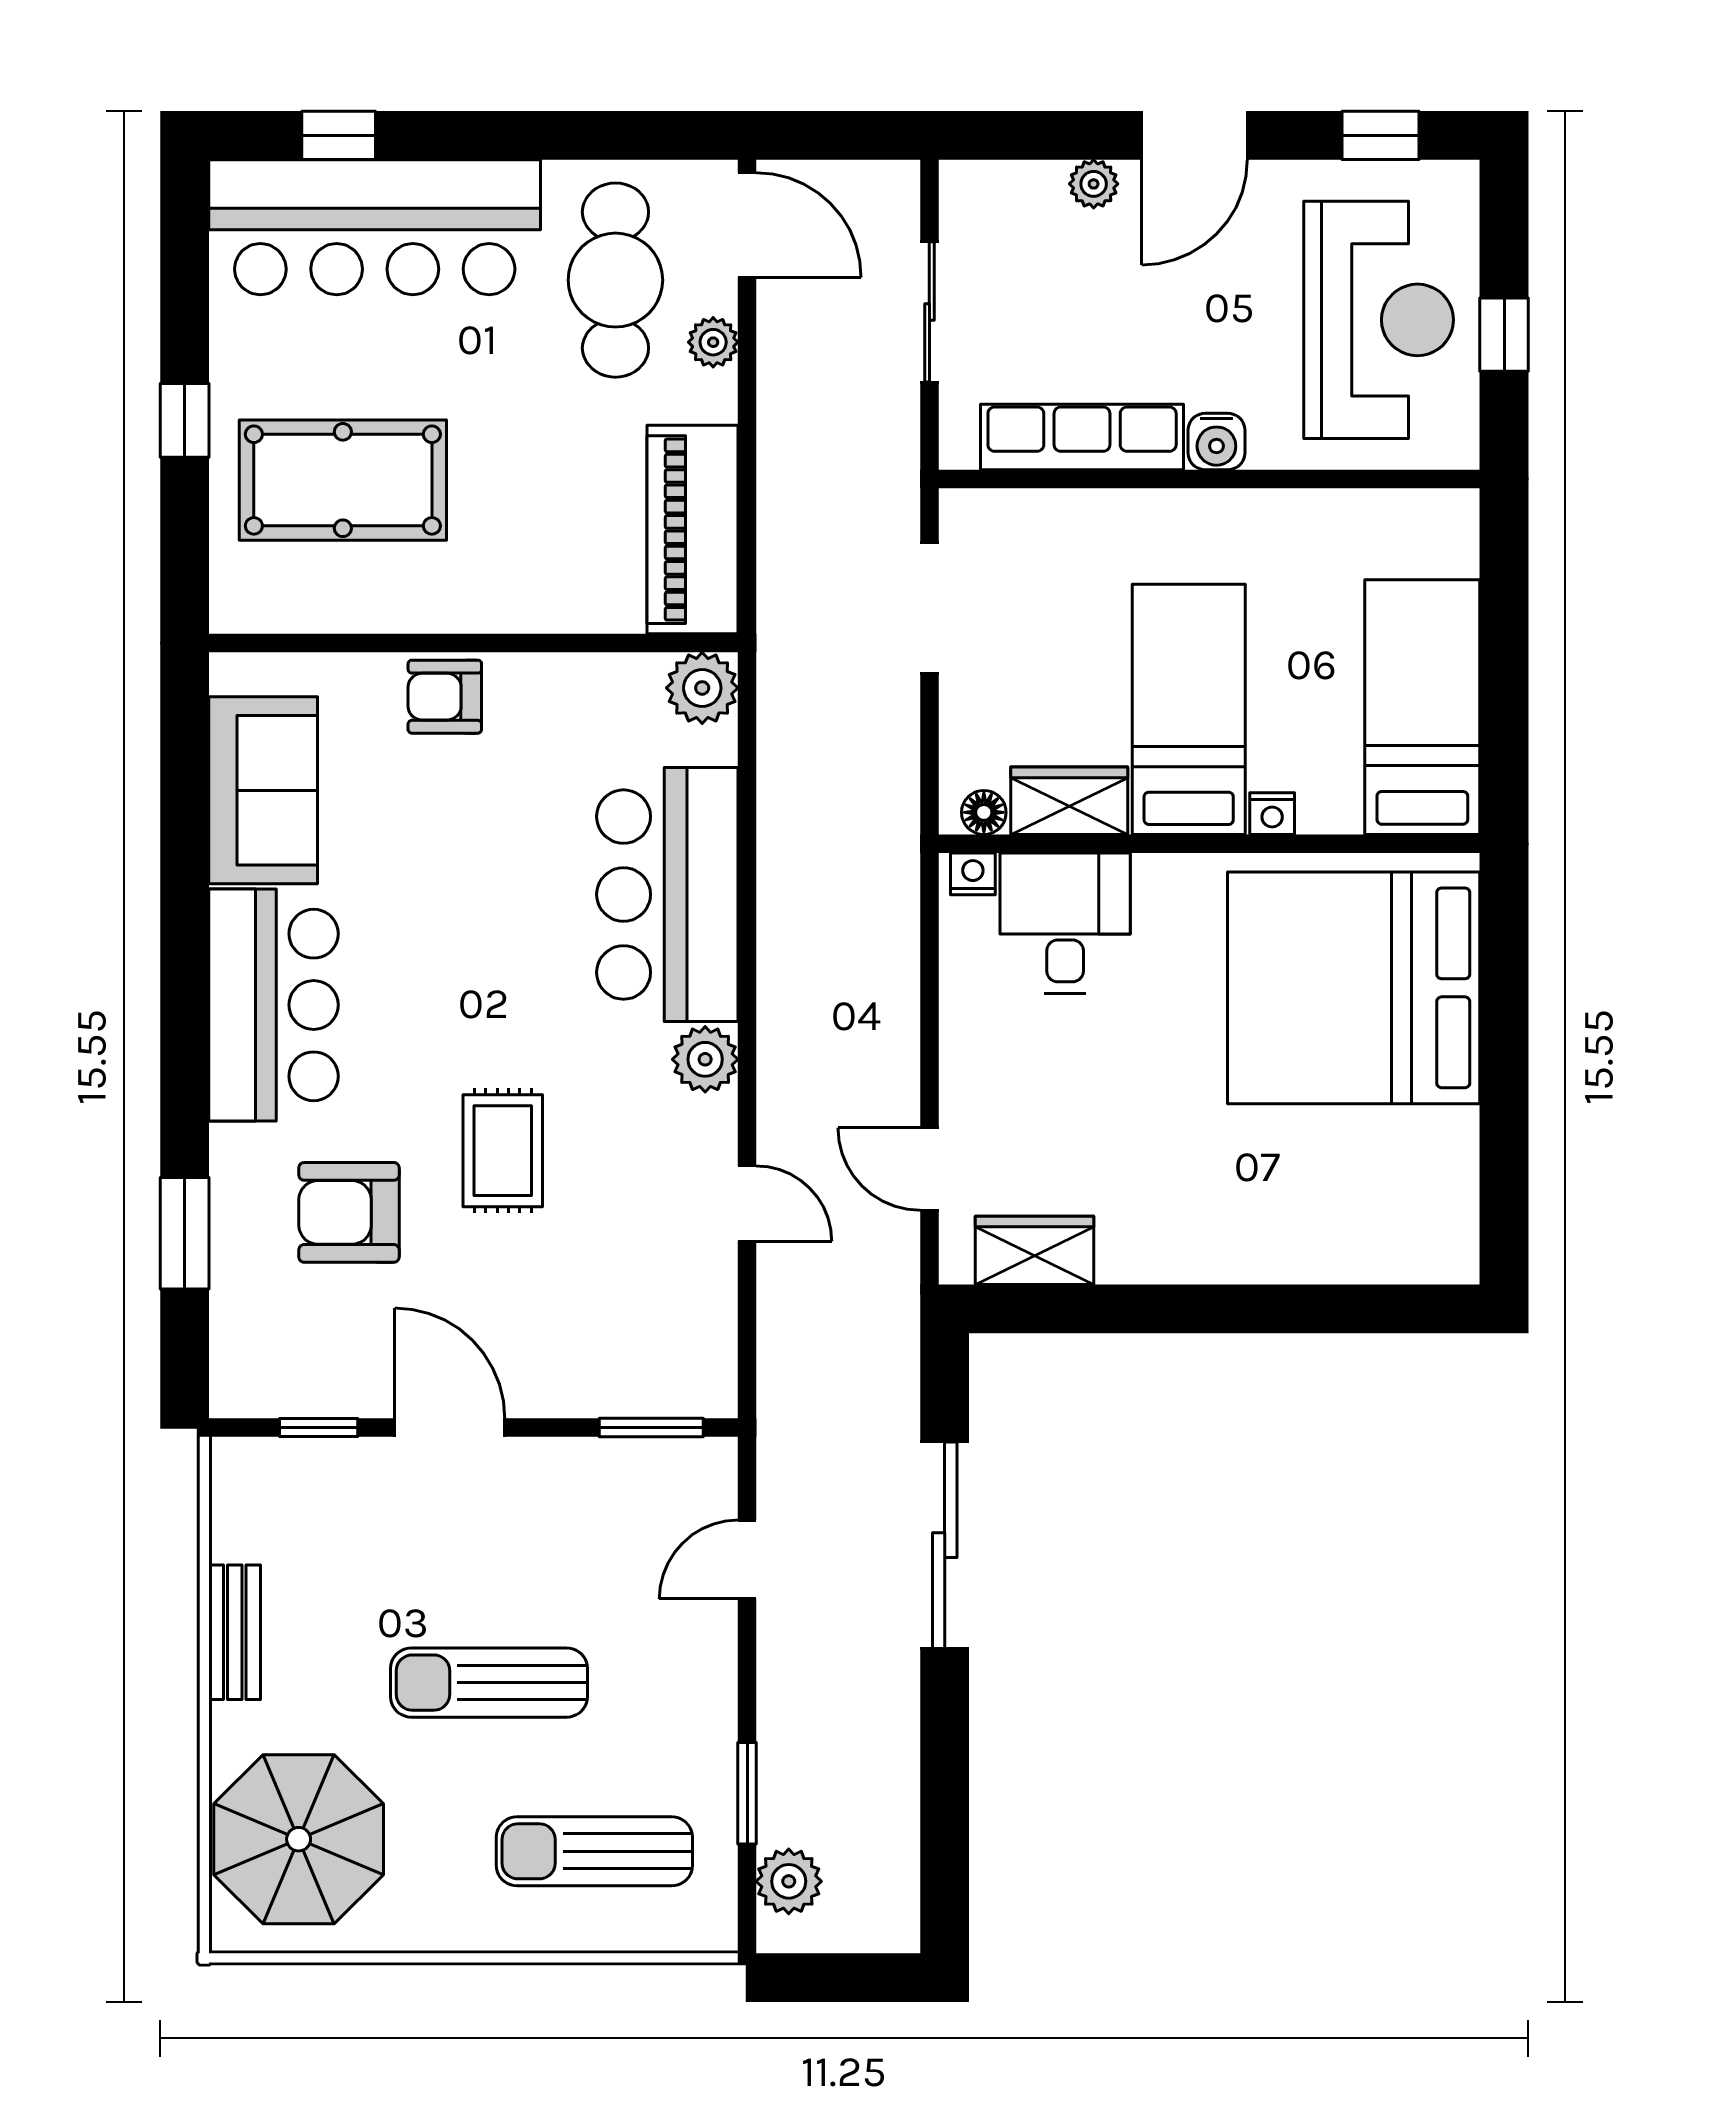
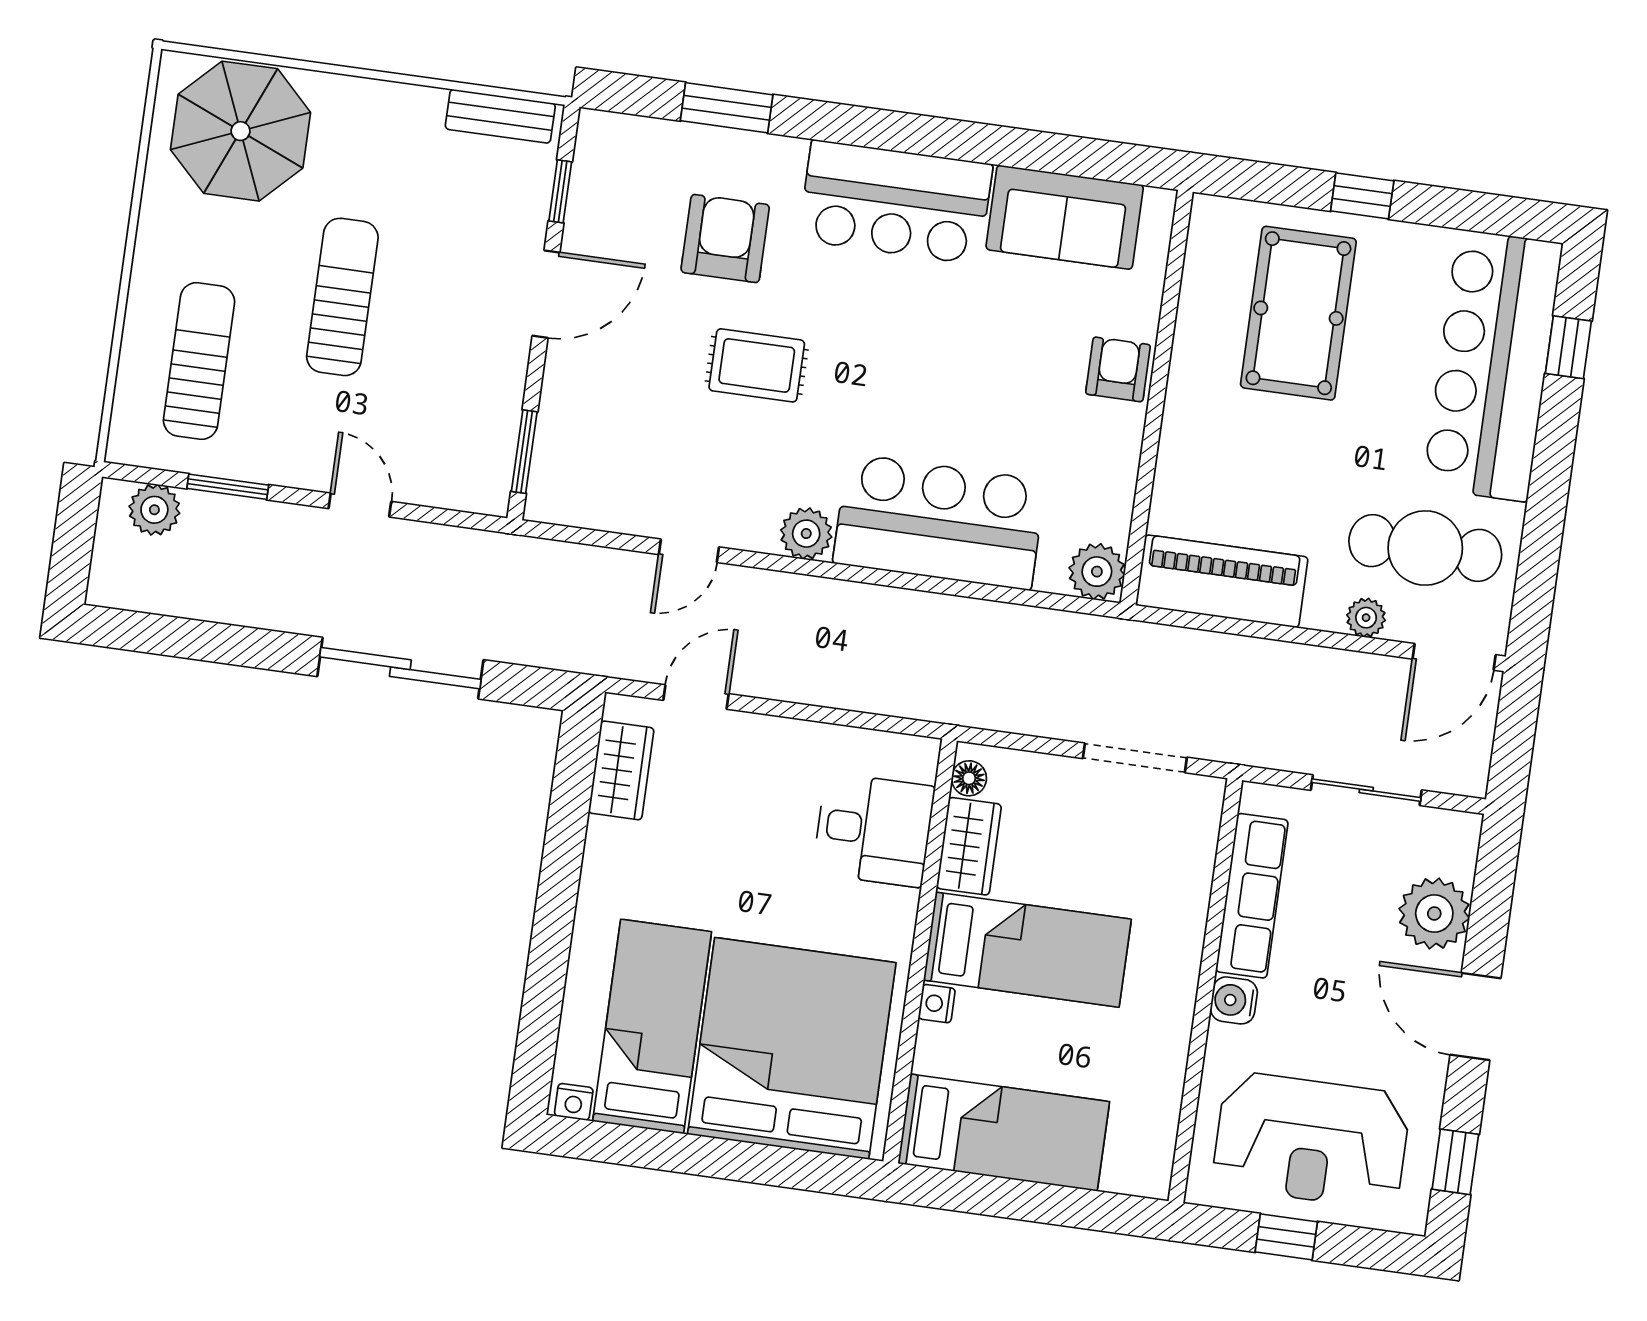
plant: (1094, 184) -> (1434, 913), width x1.87, depth x1.87
nightstand: (973, 874) -> (574, 1102), moved, turned 90
bed: (1350, 1167) -> (652, 1026), added
door: (747, 1560) -> (360, 505), moved
bench: (235, 1632) -> (500, 116), moved

